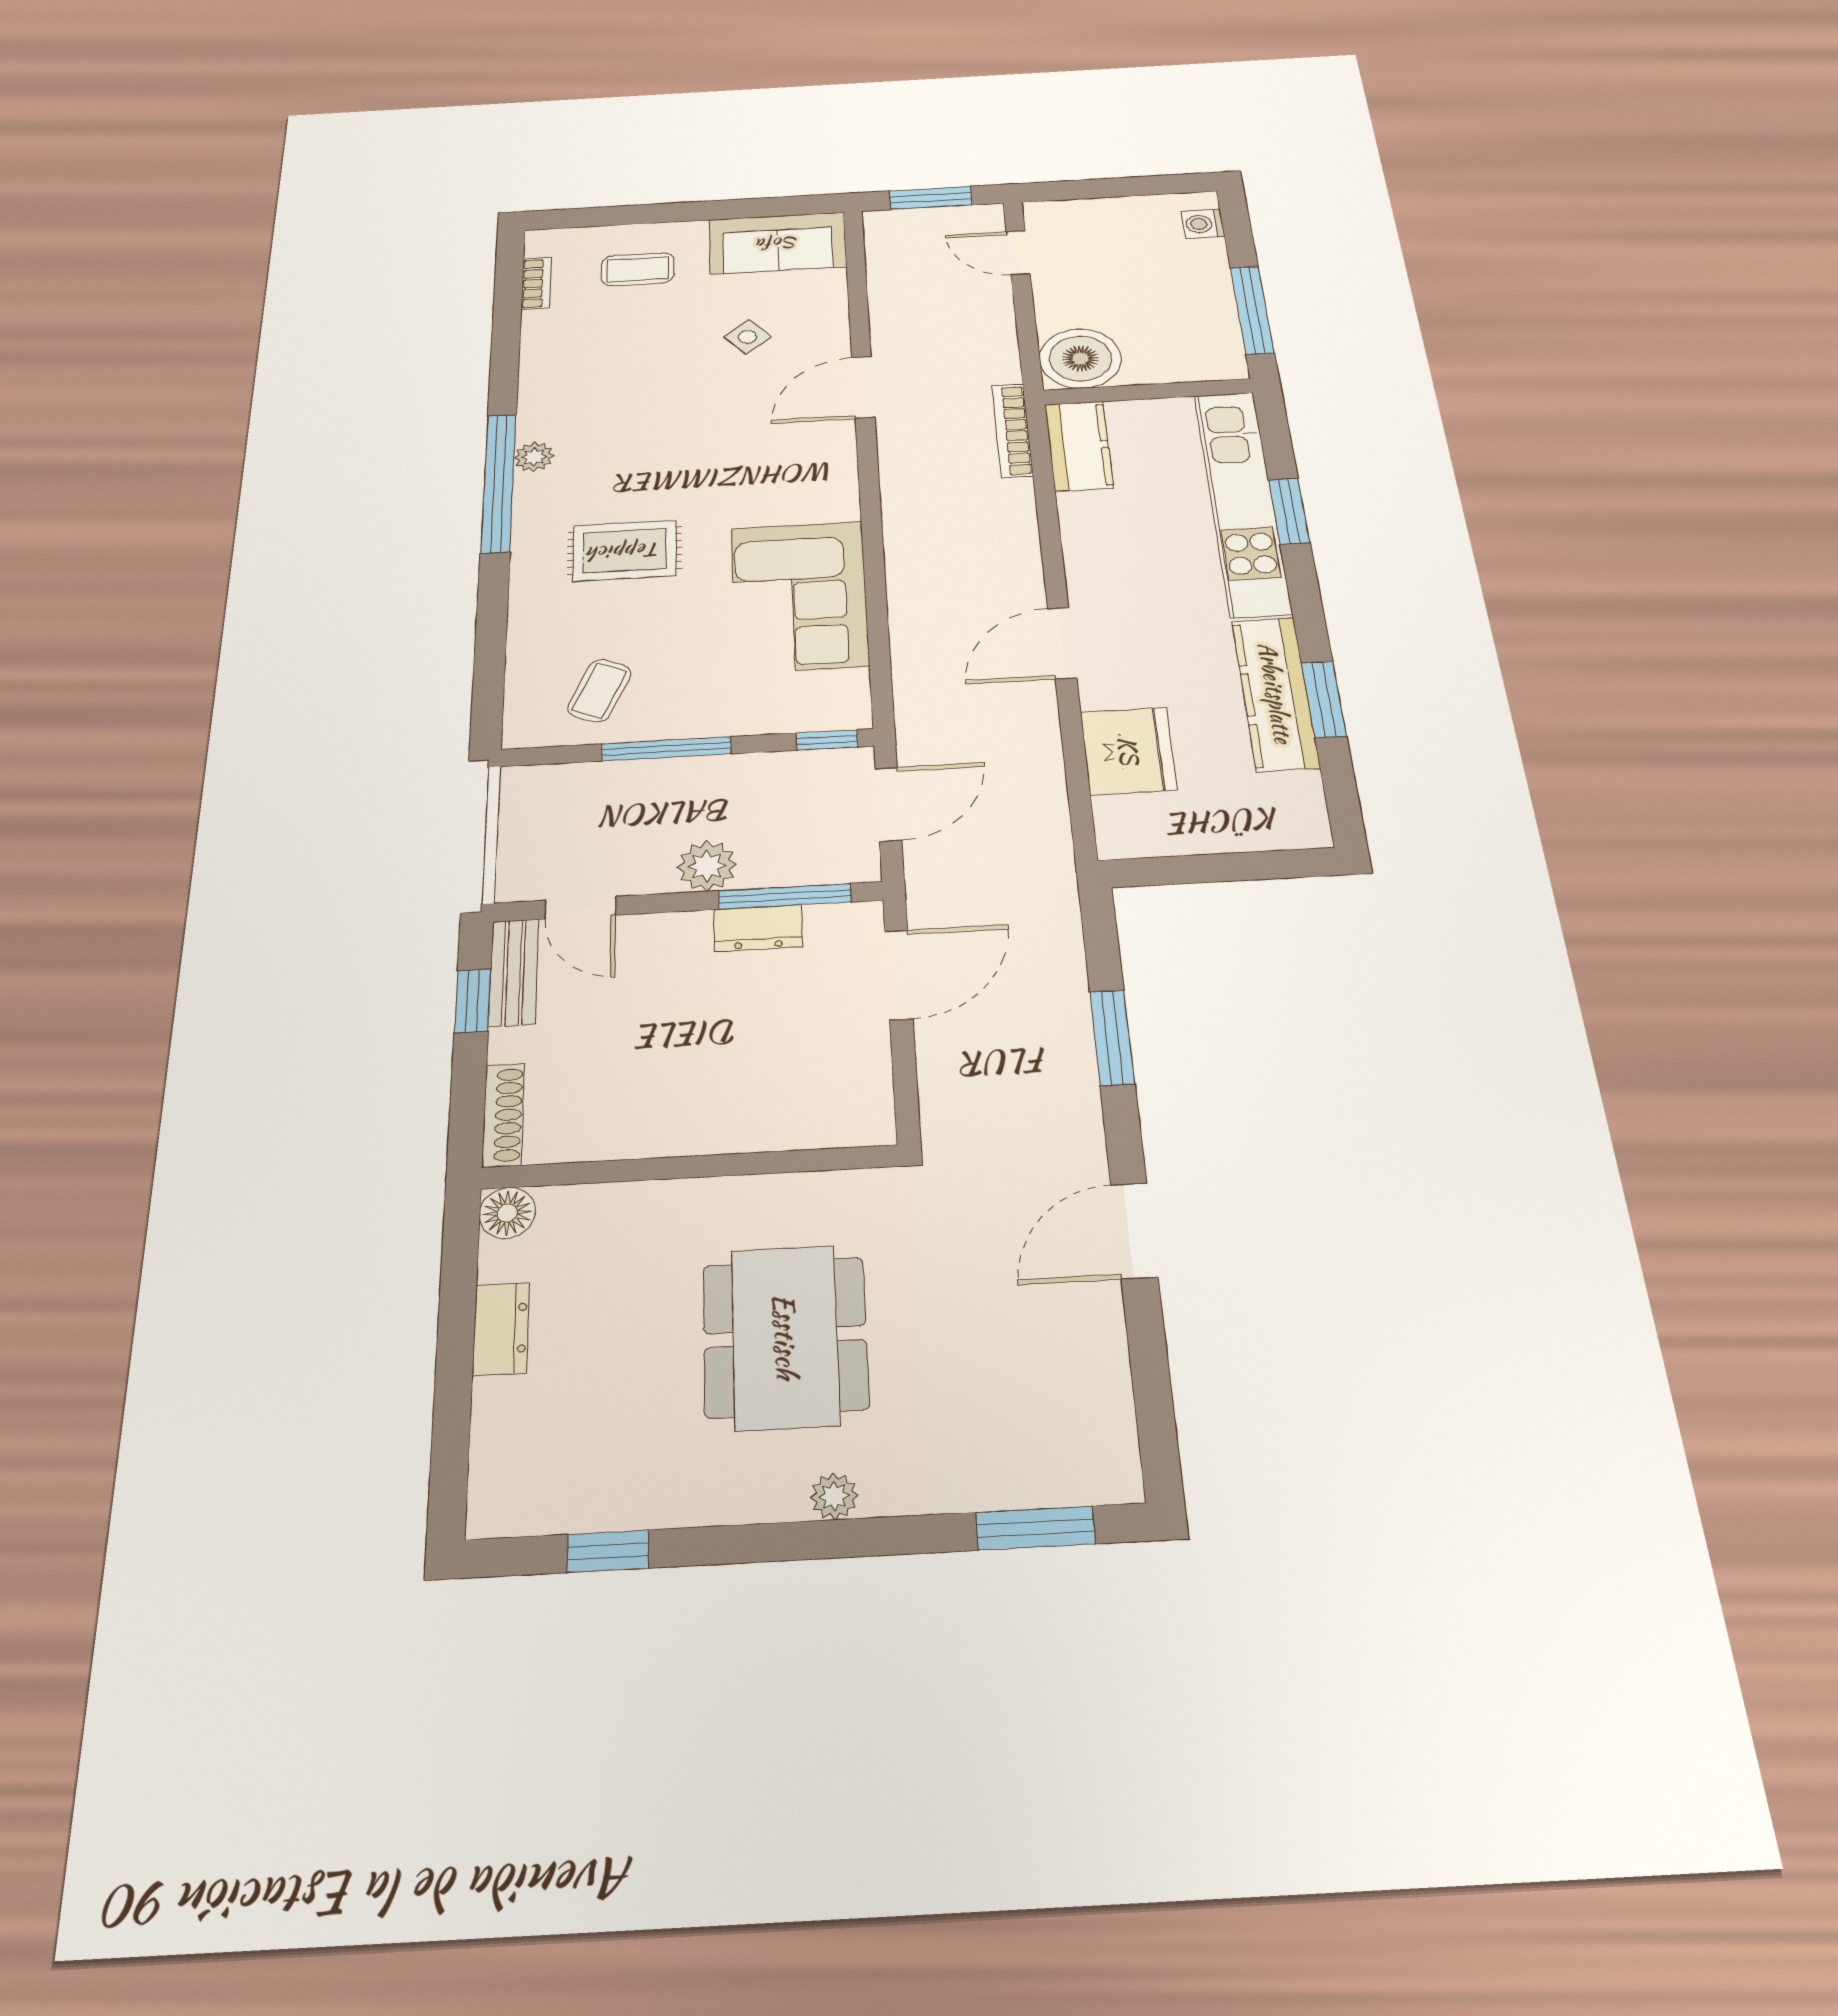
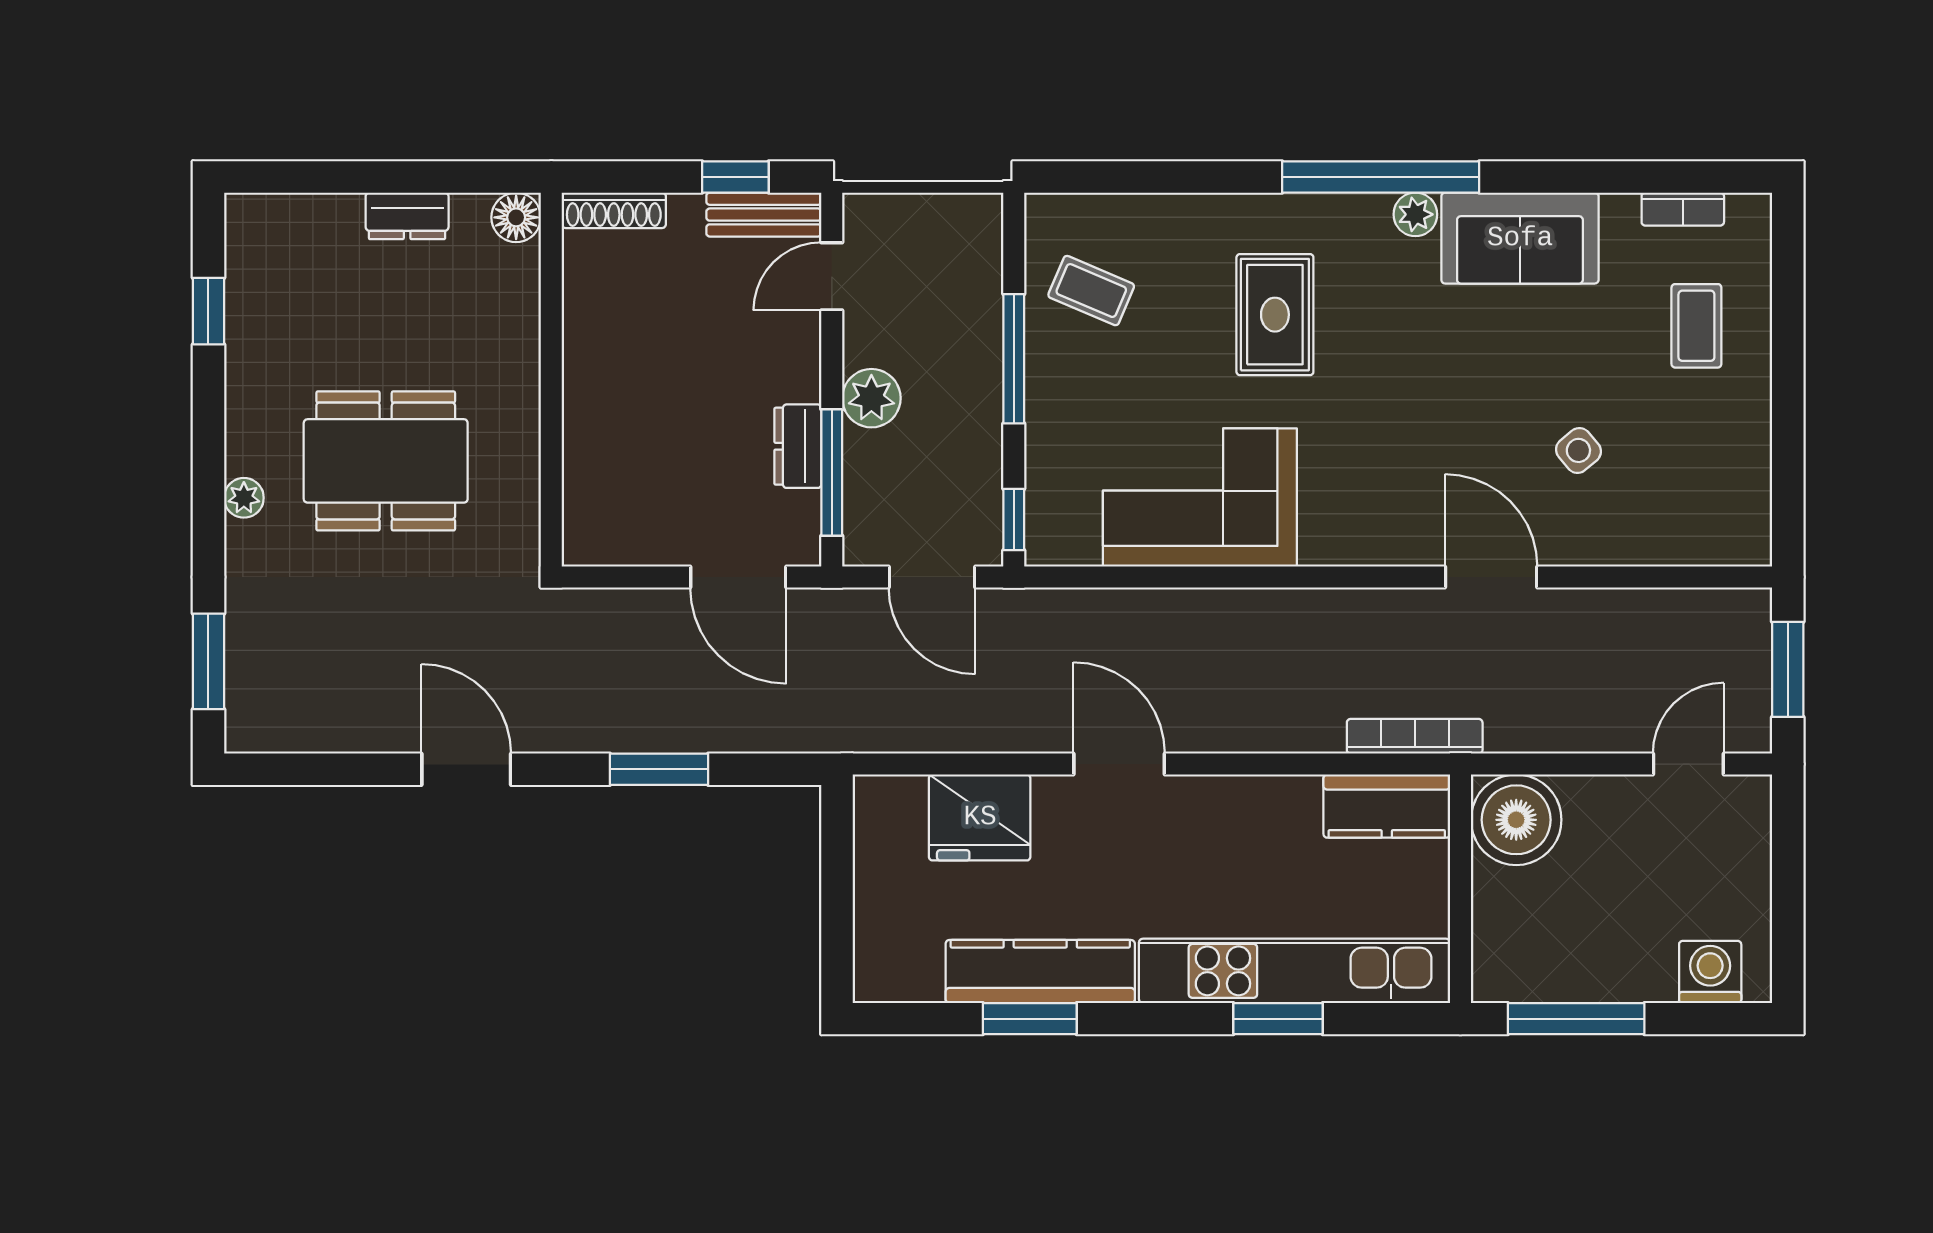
washing machine: (1203, 224) -> (1710, 972), width x1.38, depth x1.38
sofa: (778, 243) -> (1520, 238), moved, turned -90

